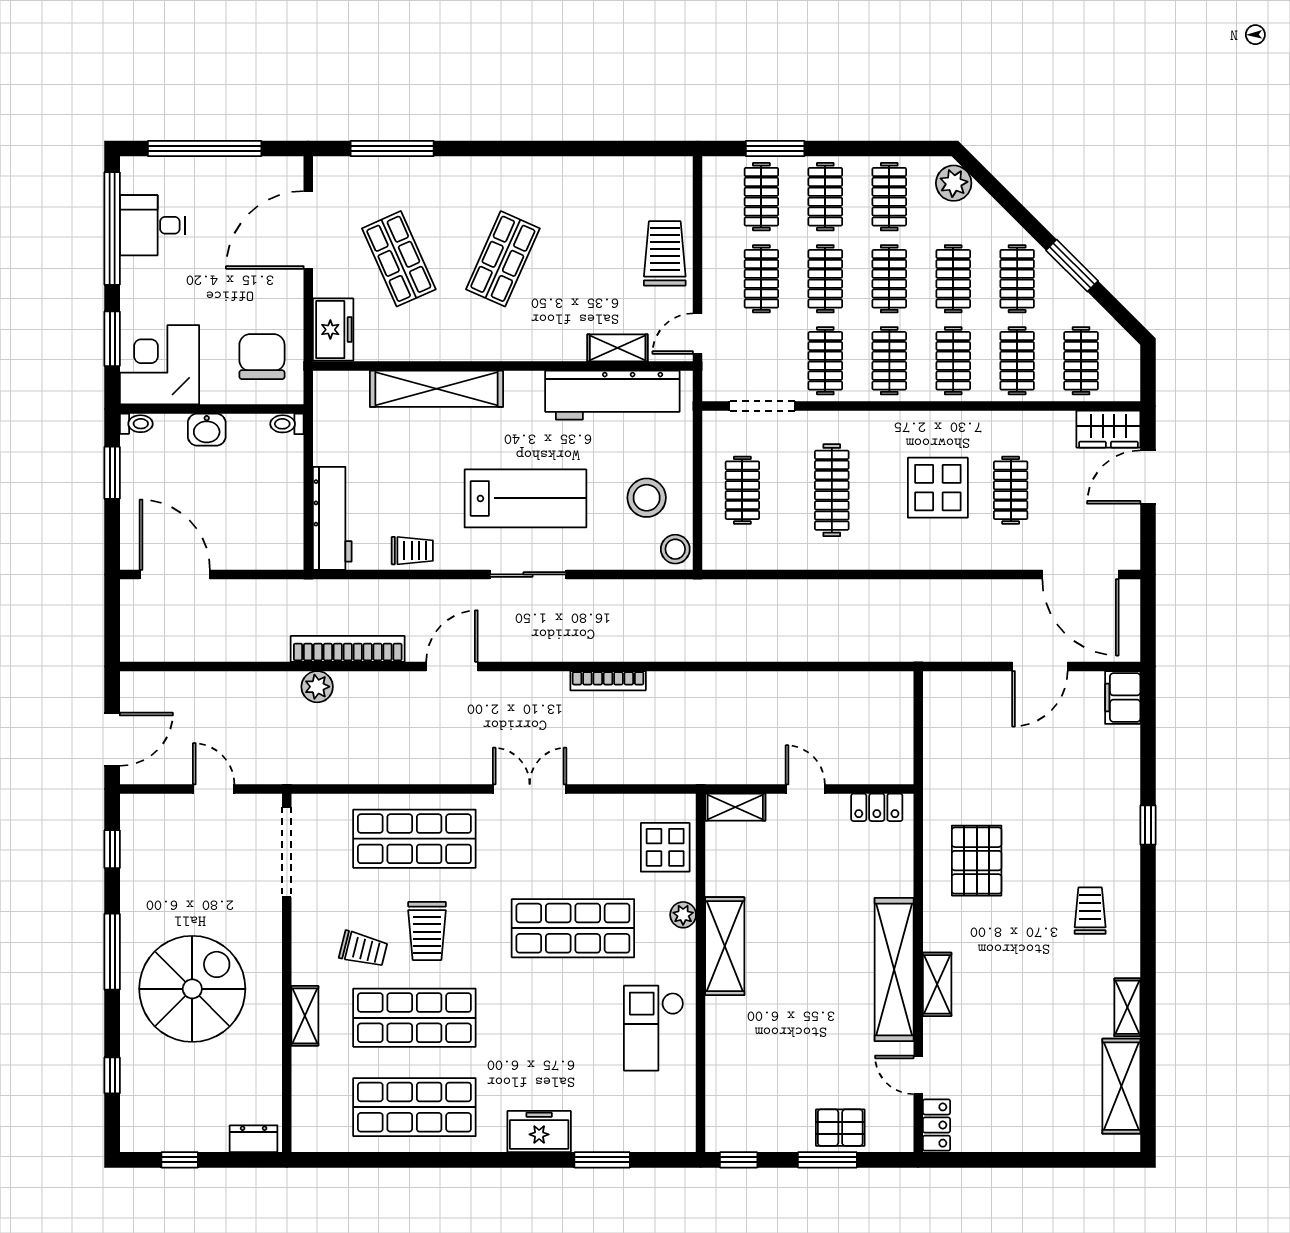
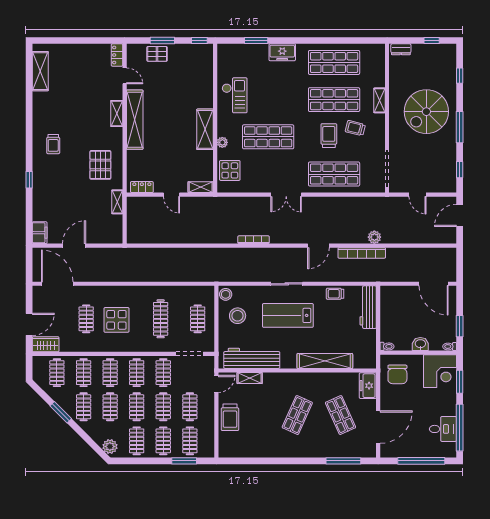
shelving: (1127, 1007) -> (117, 202), moved

